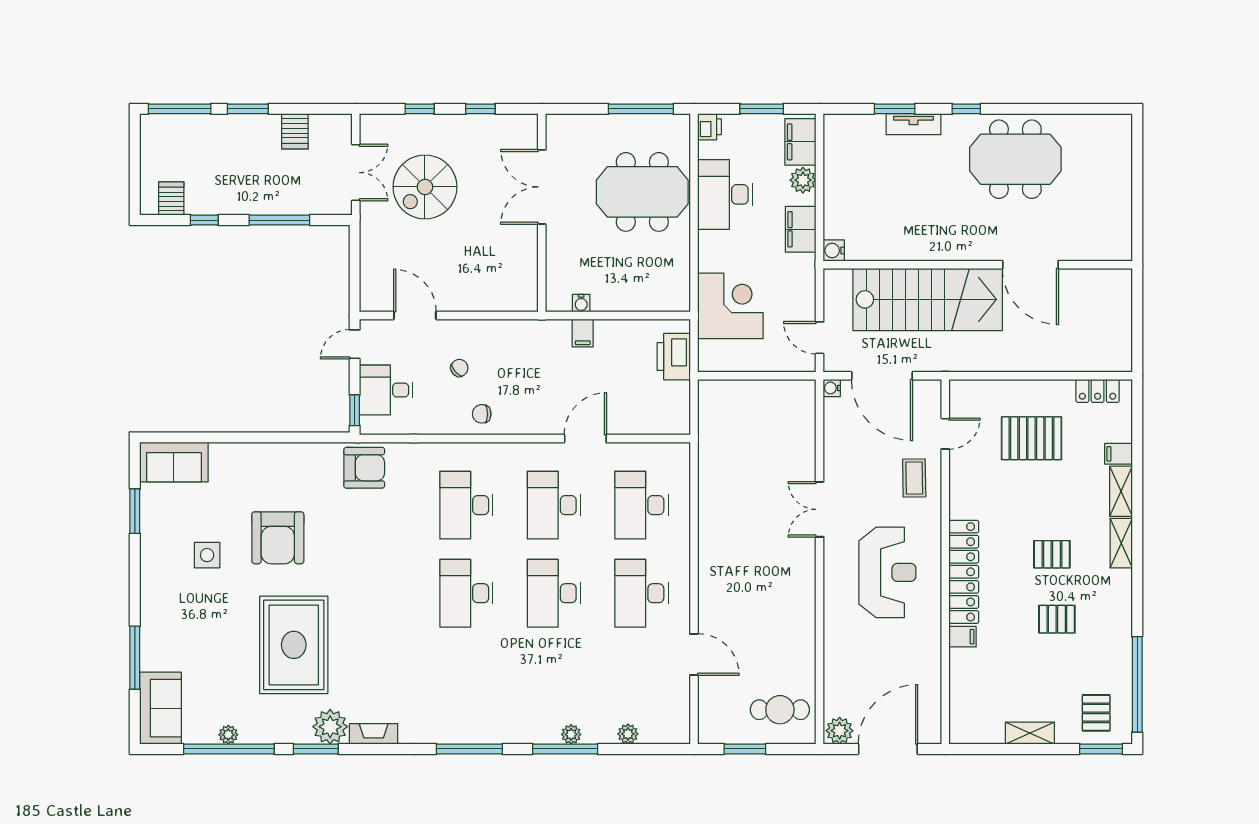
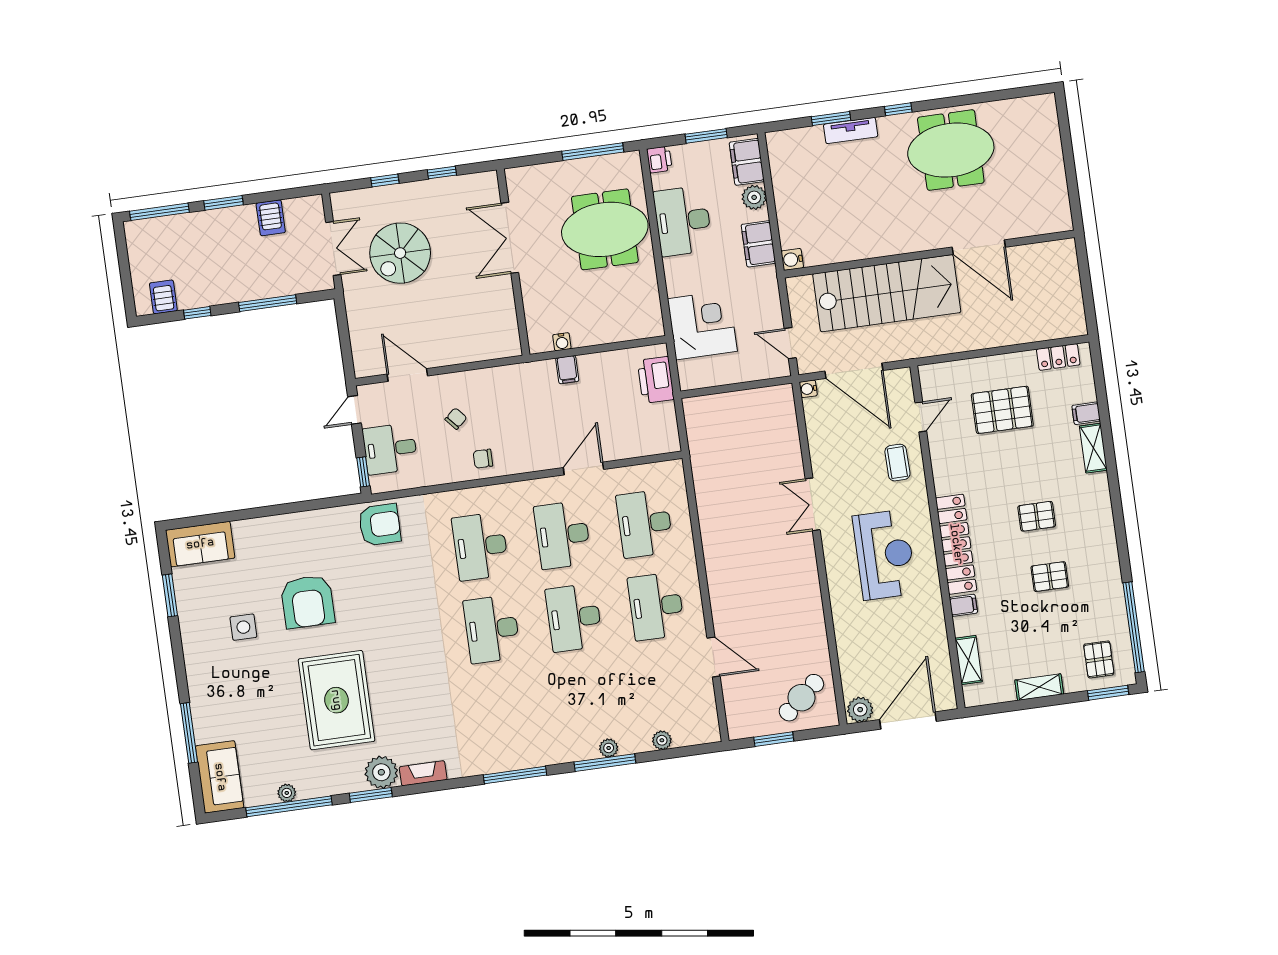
shelving: (1121, 543) -> (969, 660), moved
cafe table: (780, 710) -> (801, 698), turned -40

